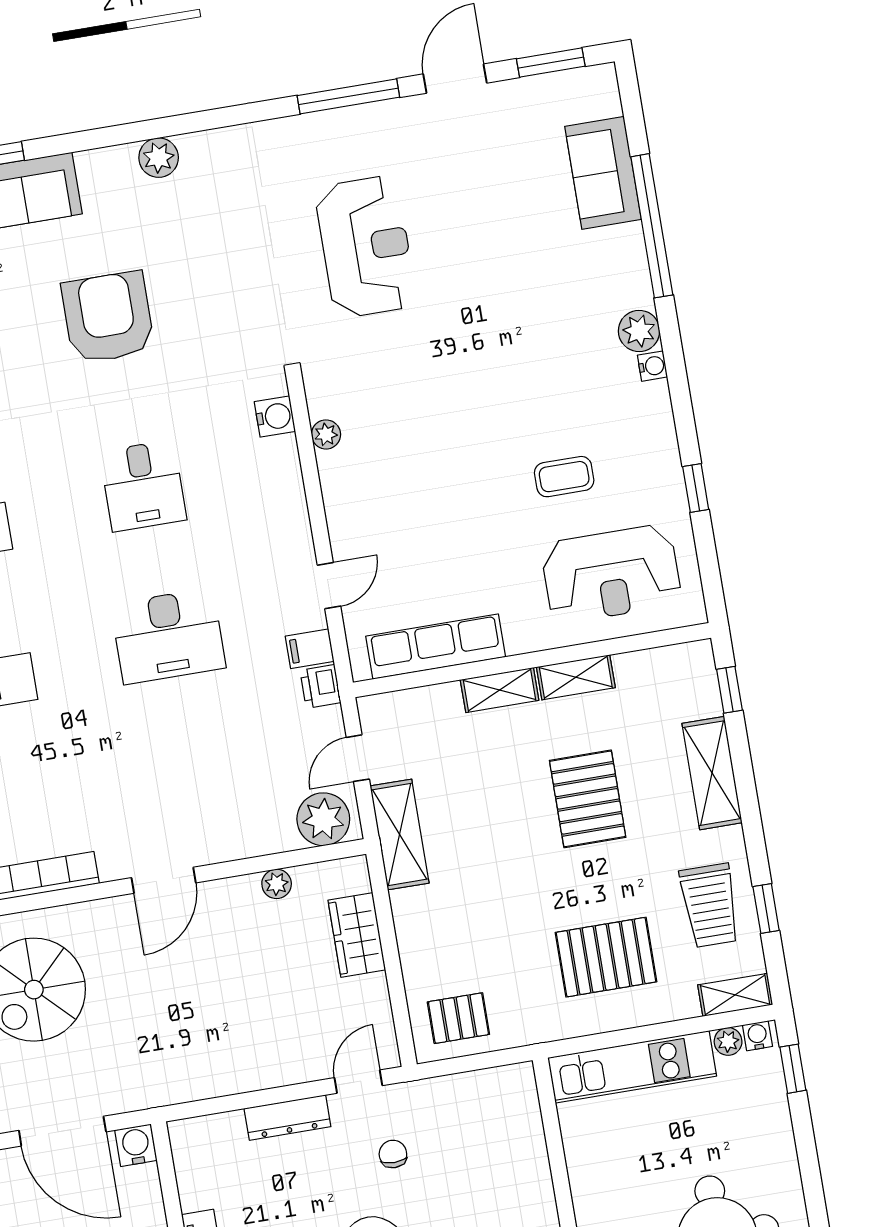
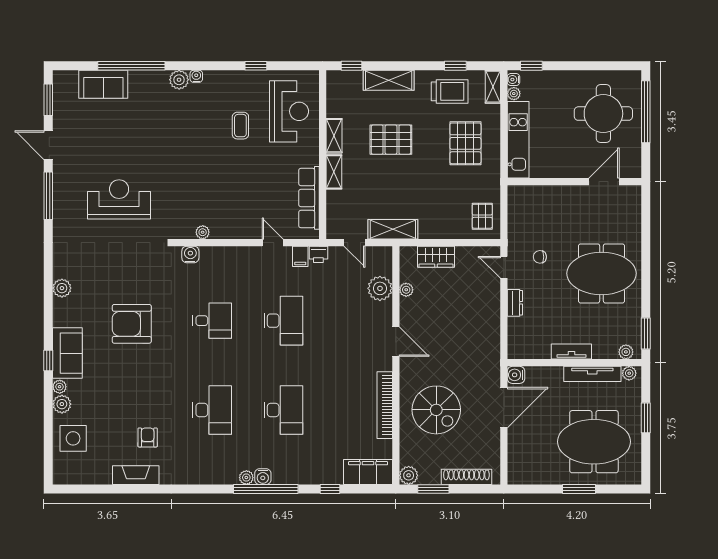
plant: (323, 819) -> (380, 288), moved
dresser: (287, 1118) -> (515, 303), width x0.70

